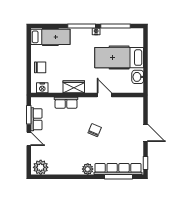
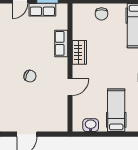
hospital bed: (119, 58) -> (116, 110), width x0.73, depth x0.77
nightstand: (42, 88) -> (78, 16), removed

